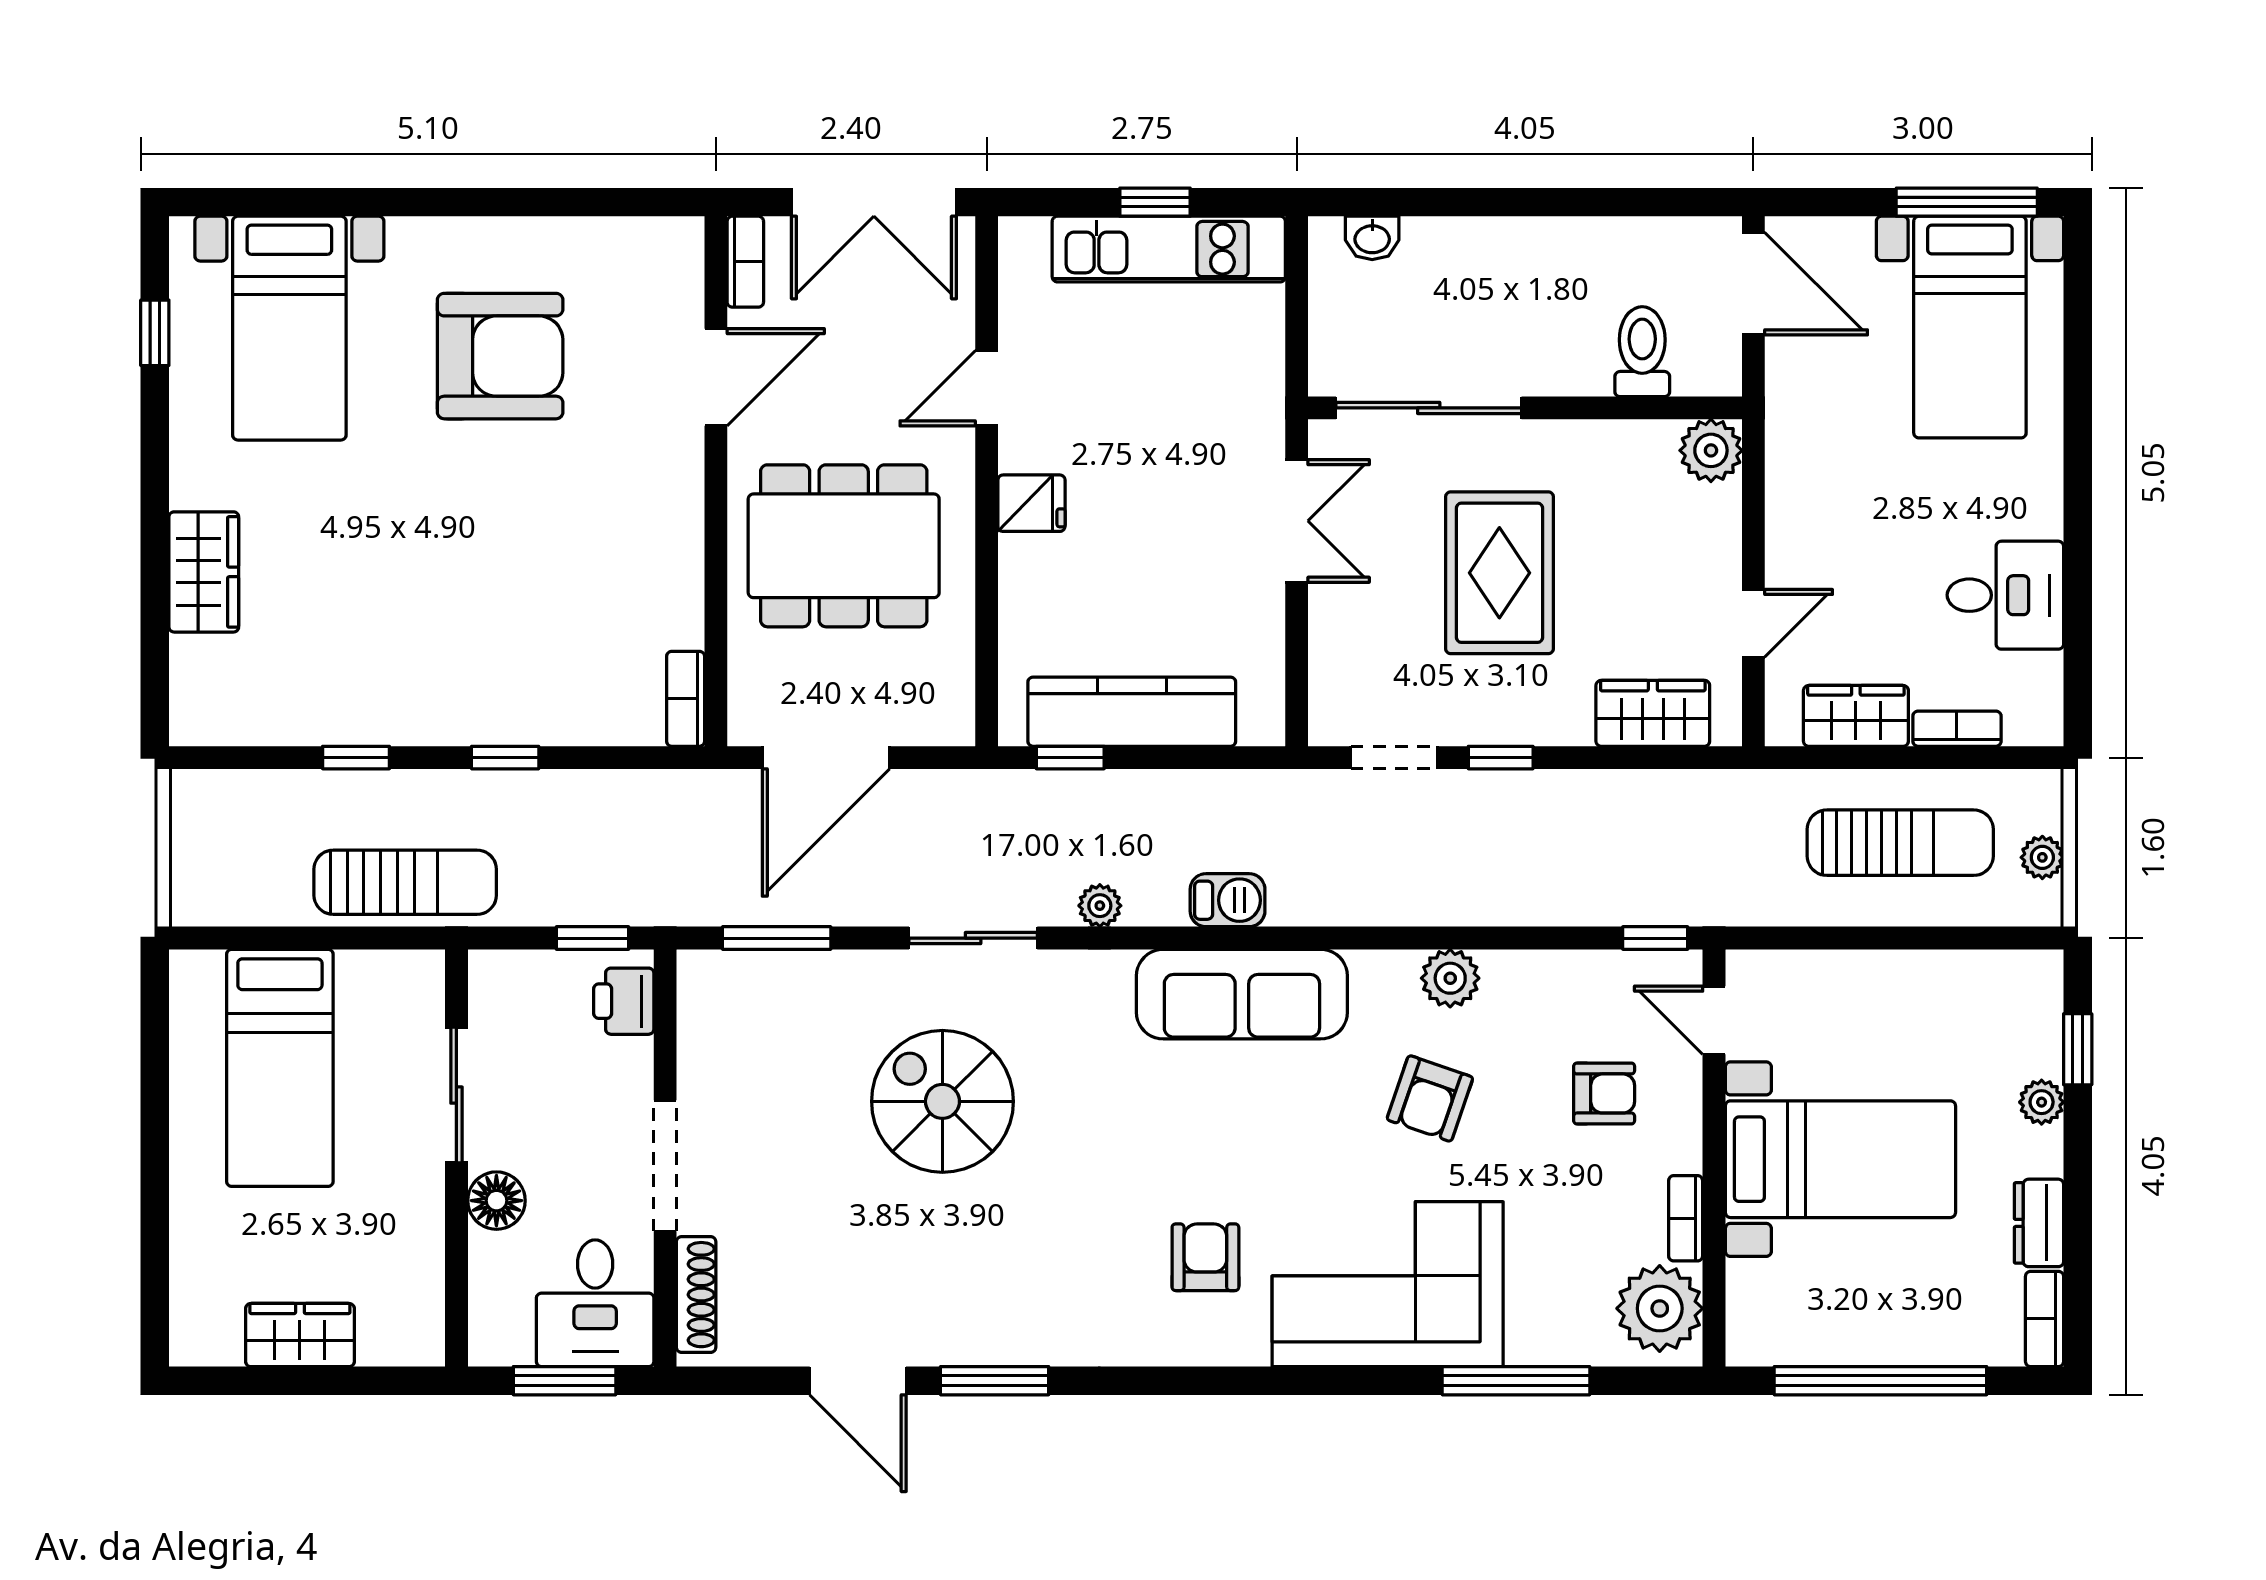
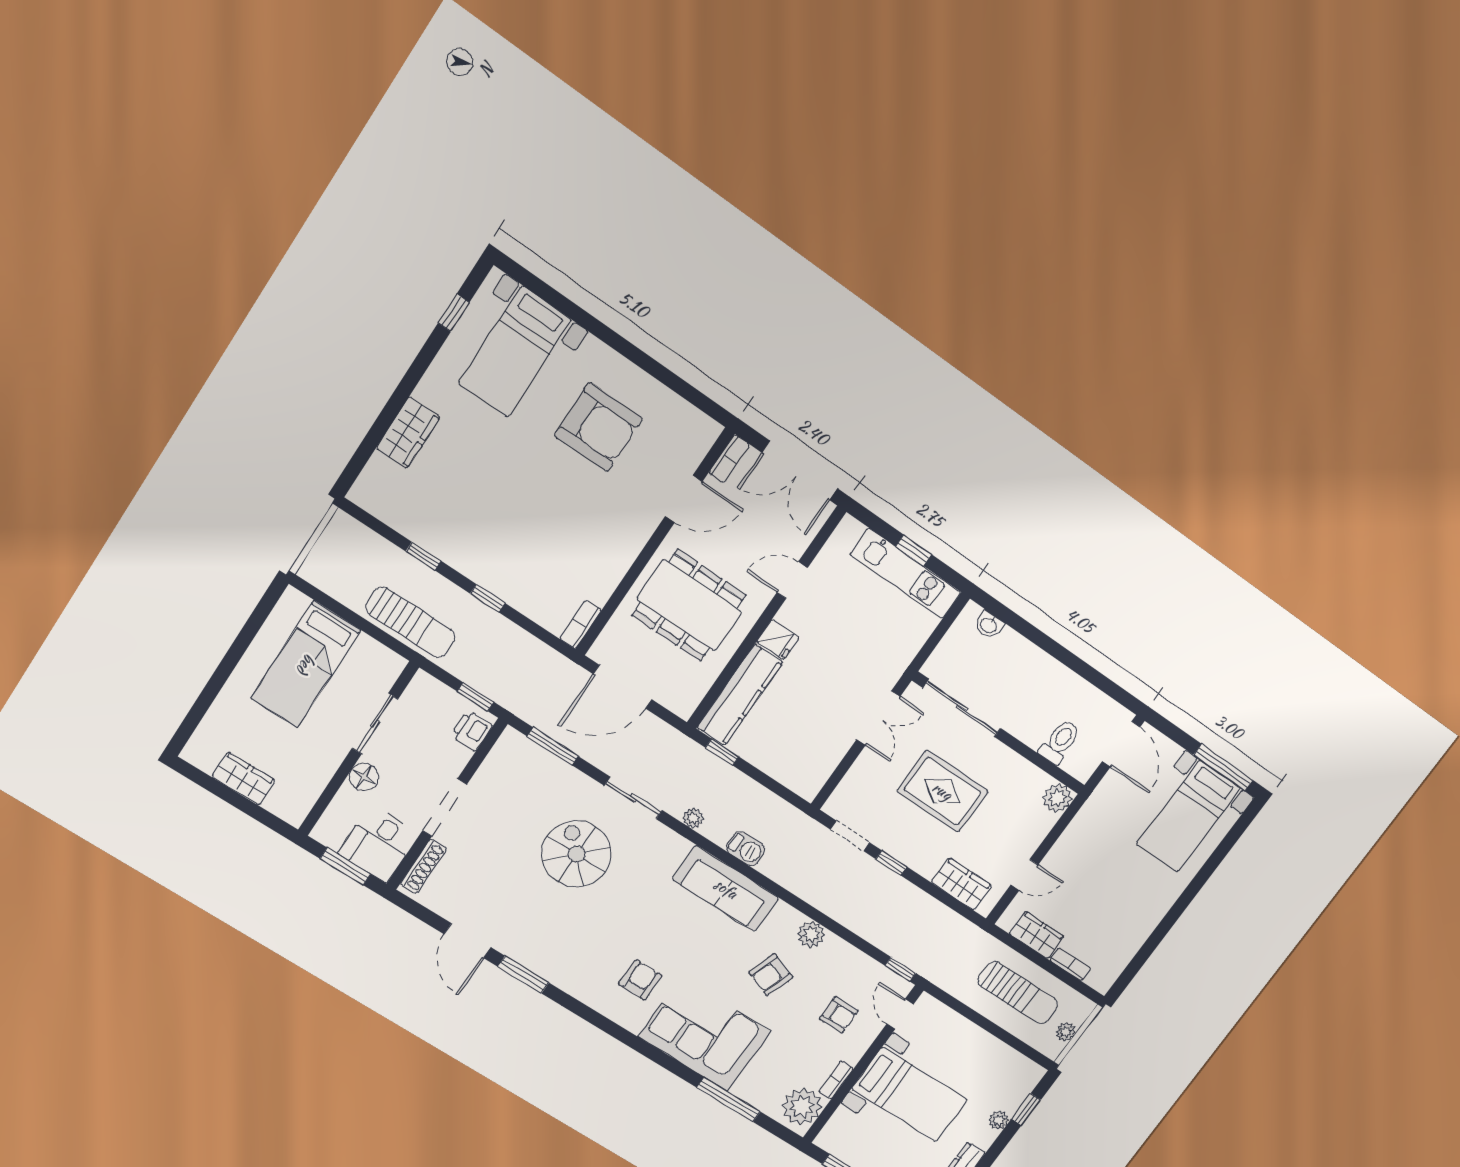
rug: (1499, 573) -> (942, 791), turned 90
desk: (2005, 595) -> (1125, 926), removed
kitchen counter: (1132, 712) -> (740, 695), moved, turned 90

